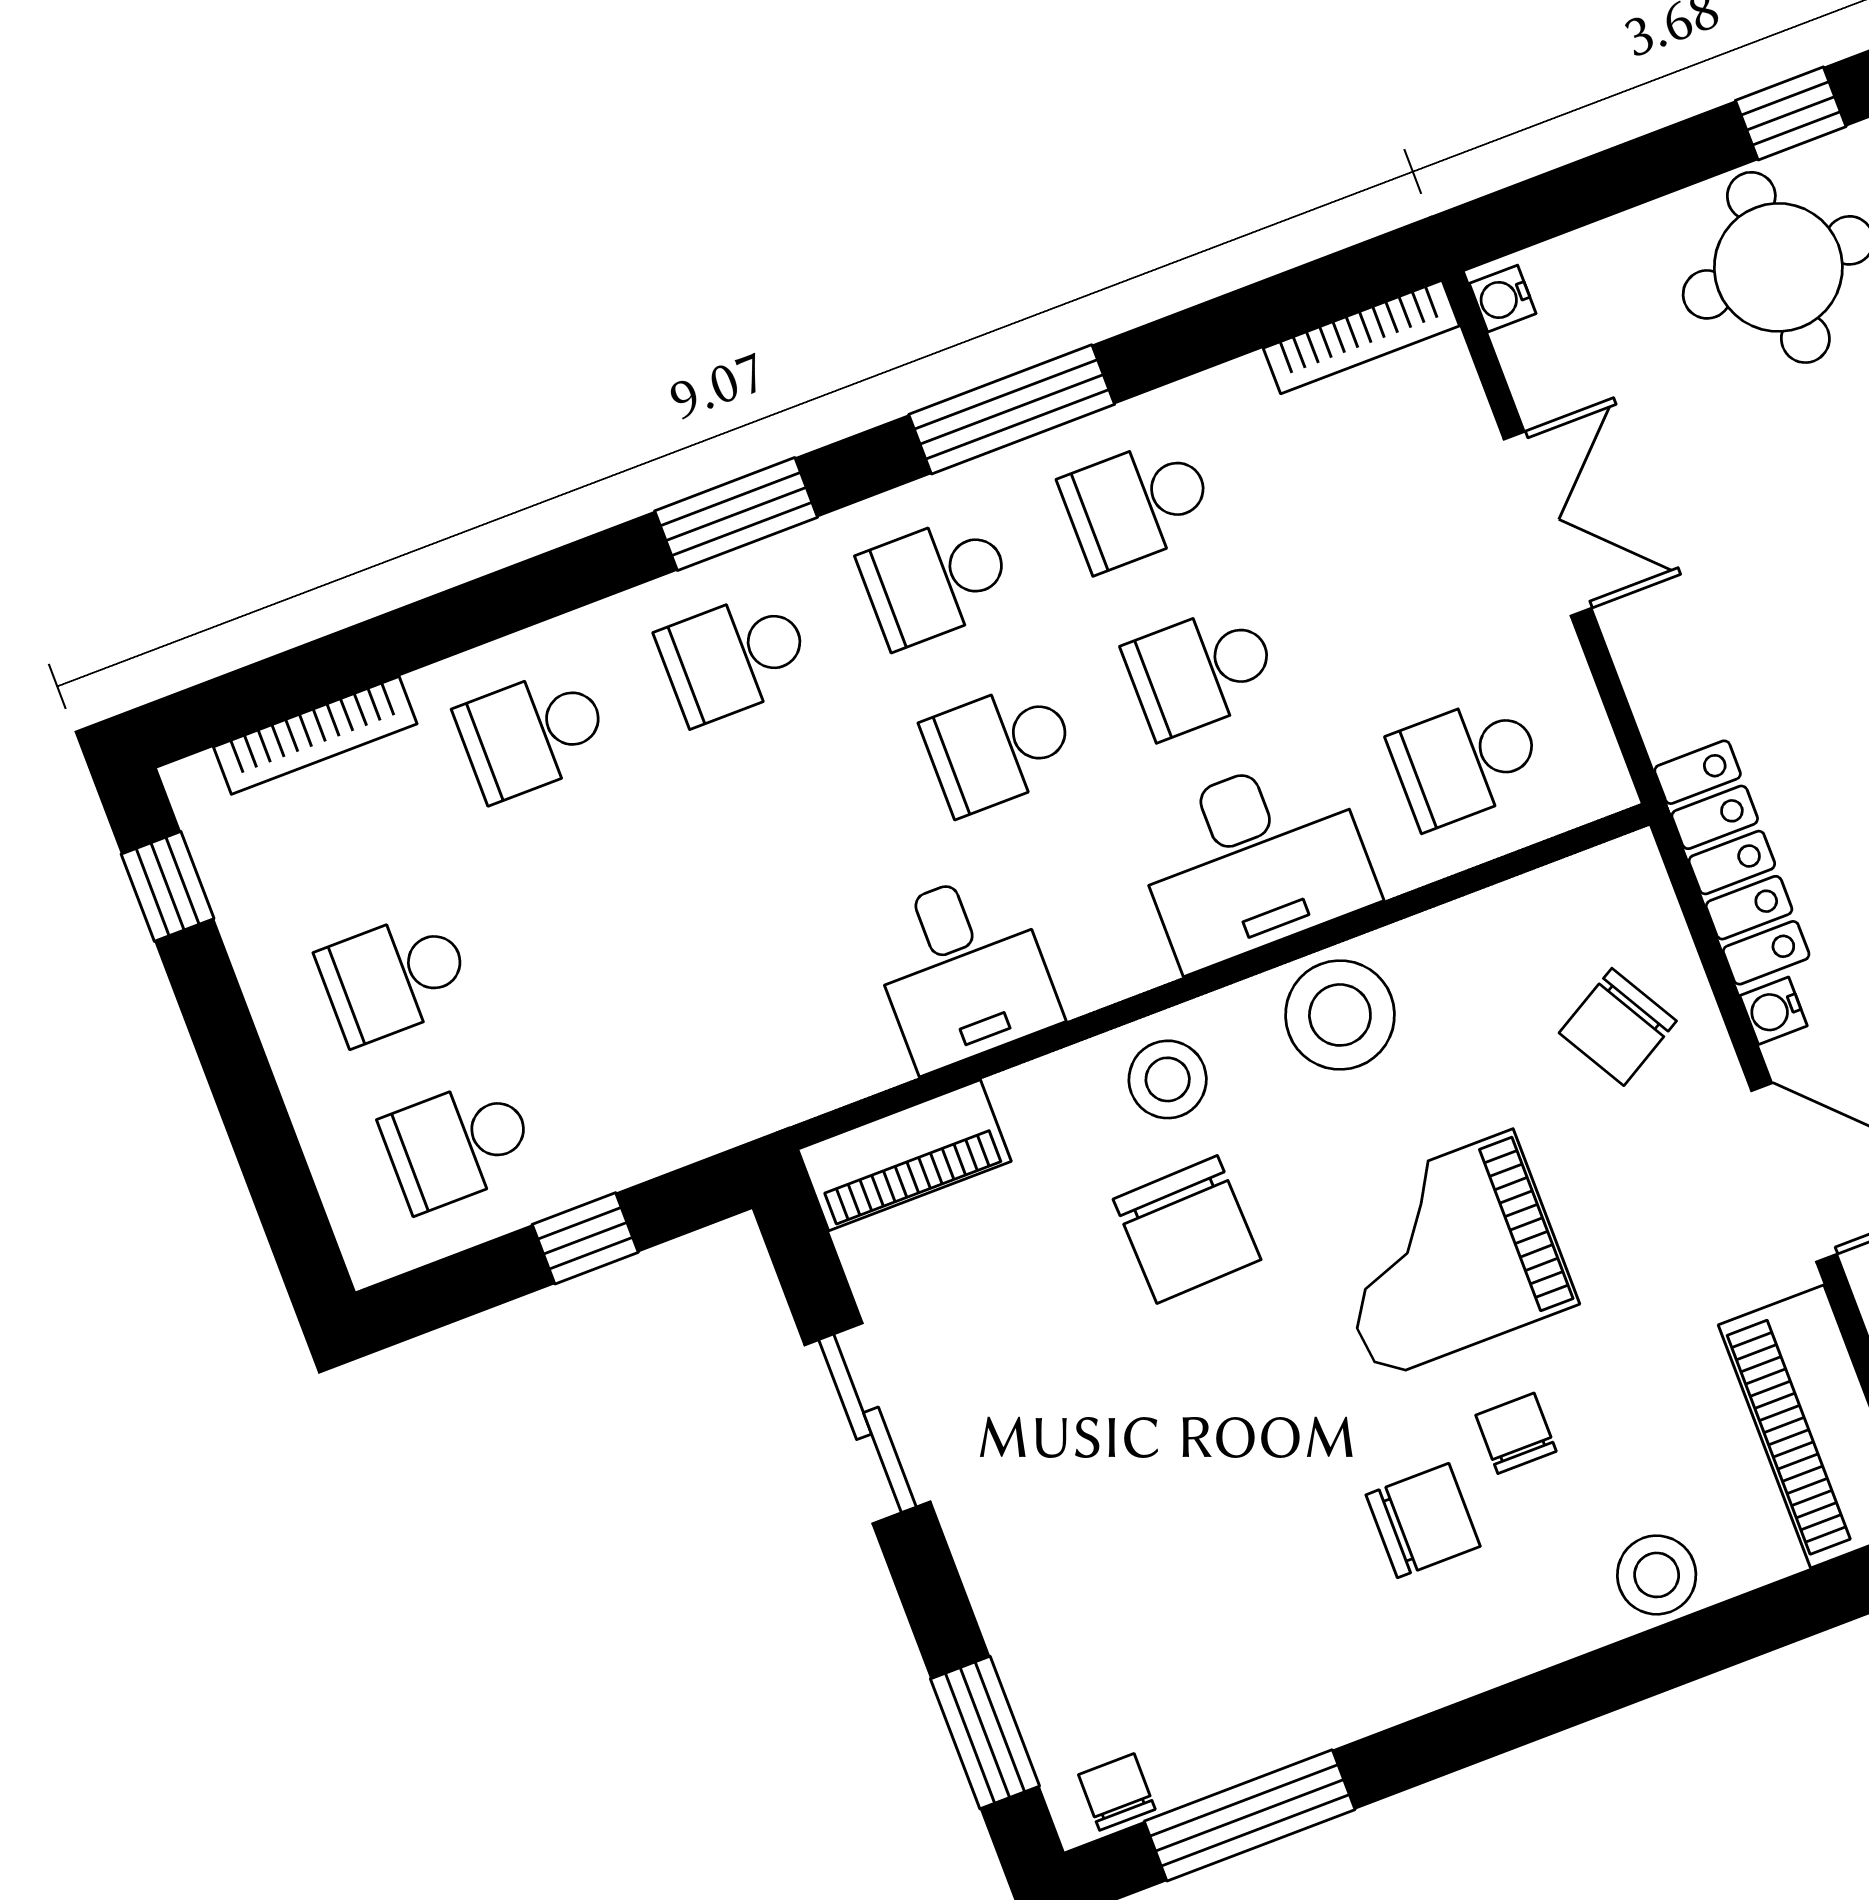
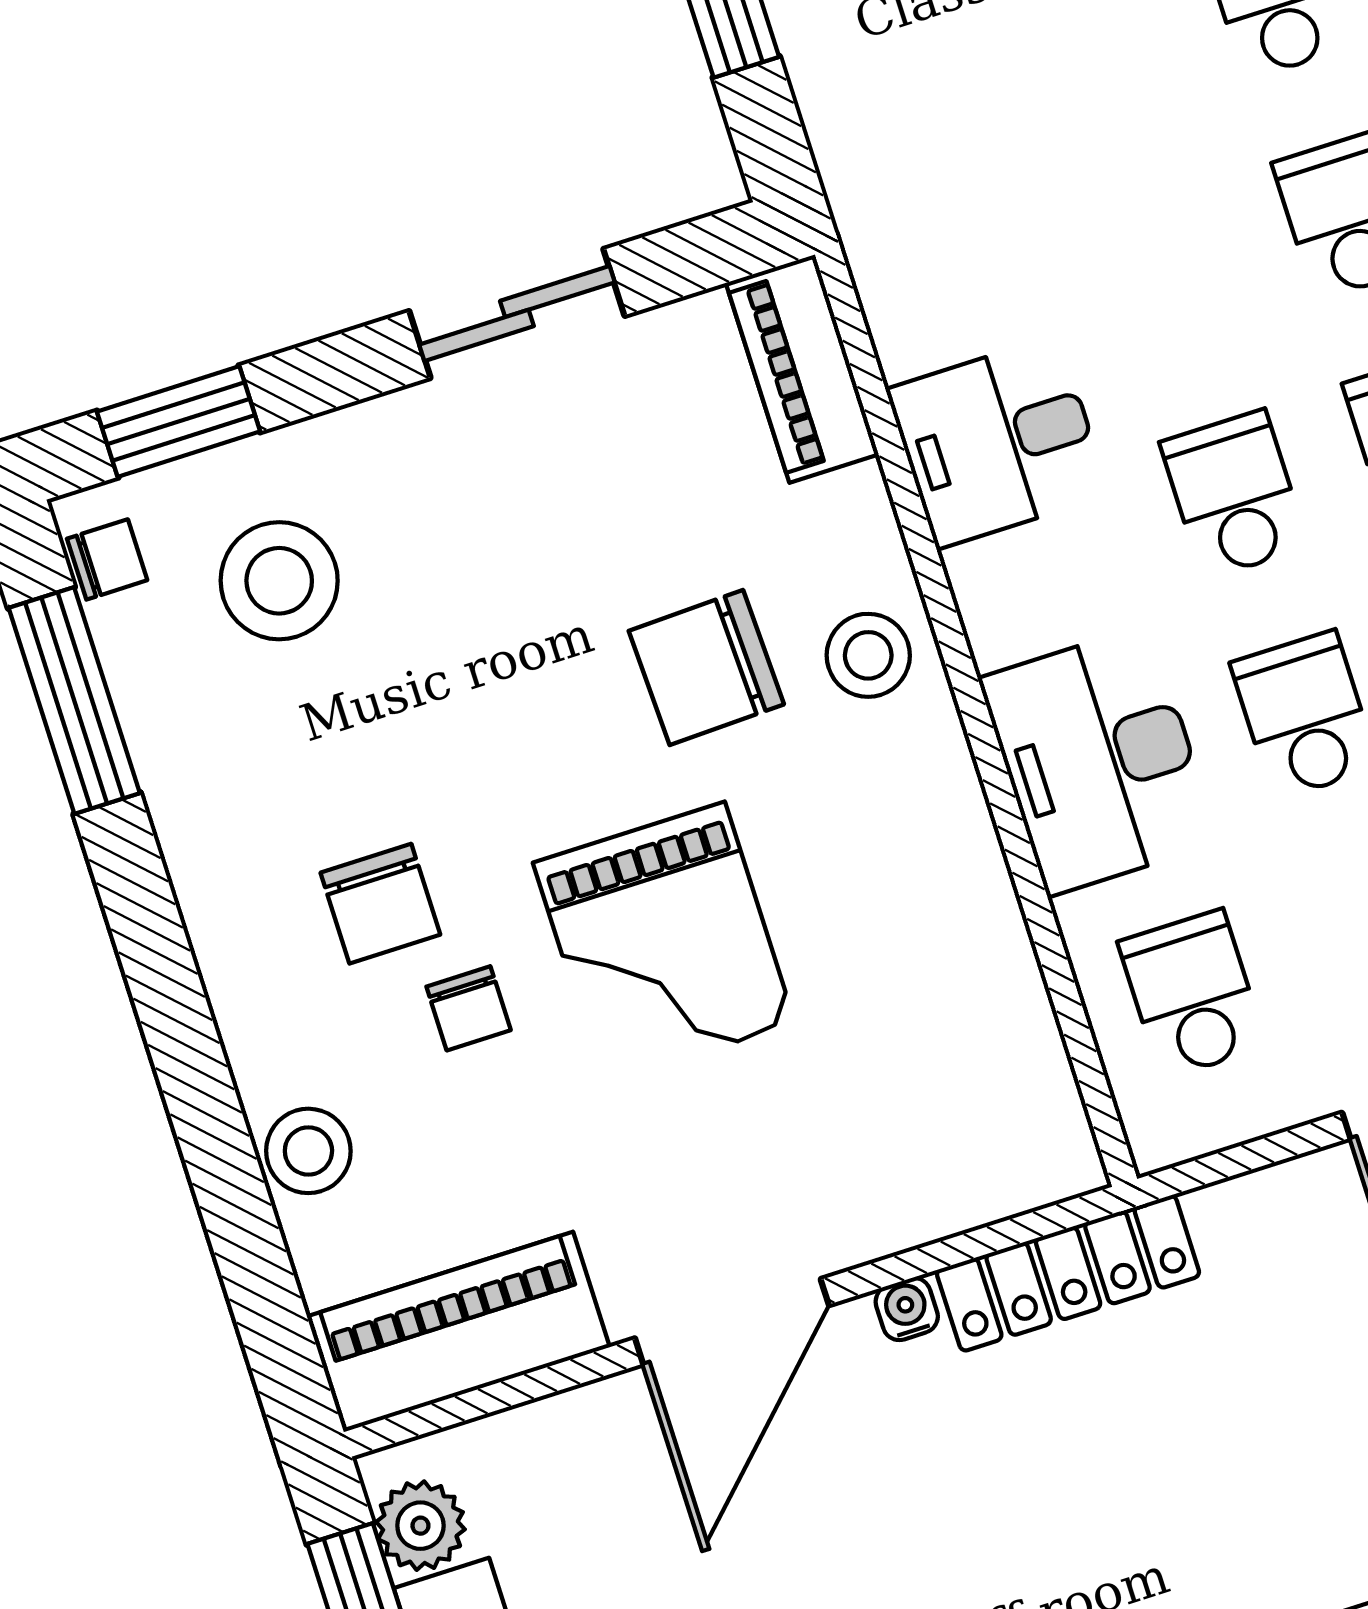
stool: (1340, 1015) -> (279, 581), moved
chair: (1618, 1027) -> (898, 1141), removed
grand piano: (1445, 1255) -> (664, 943), turned 180
chair: (1516, 1433) -> (469, 1008), turned 90

